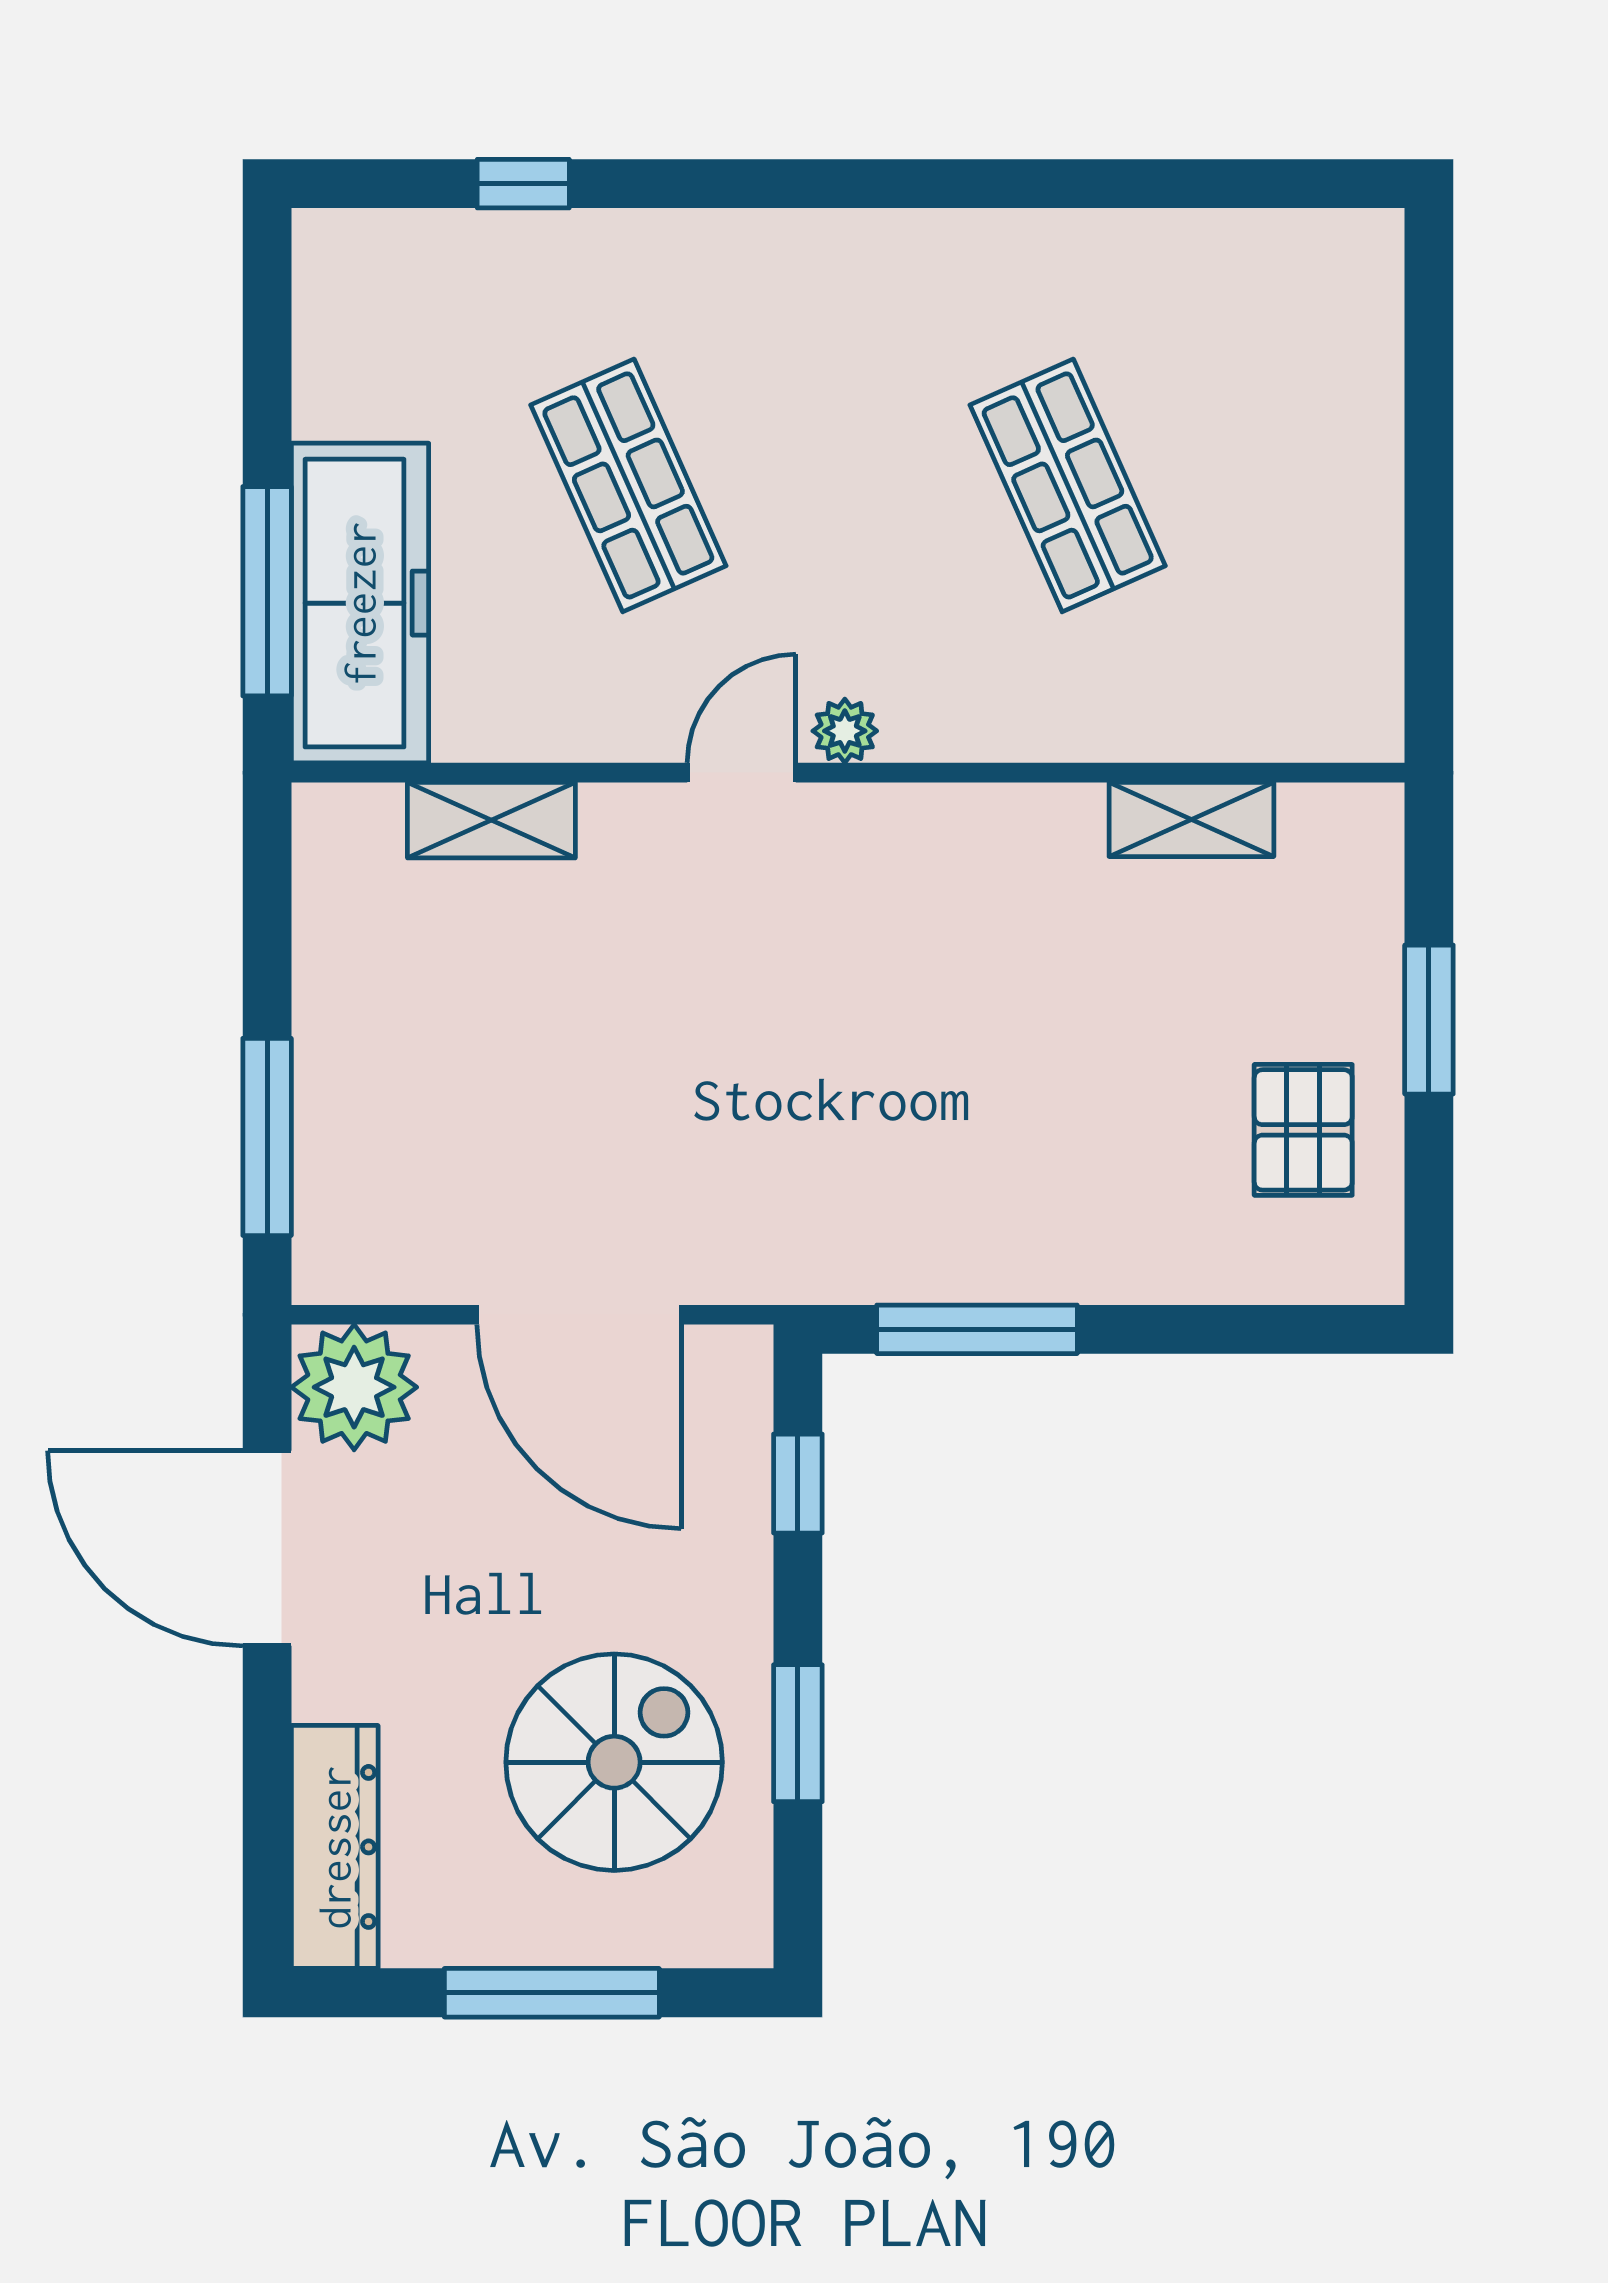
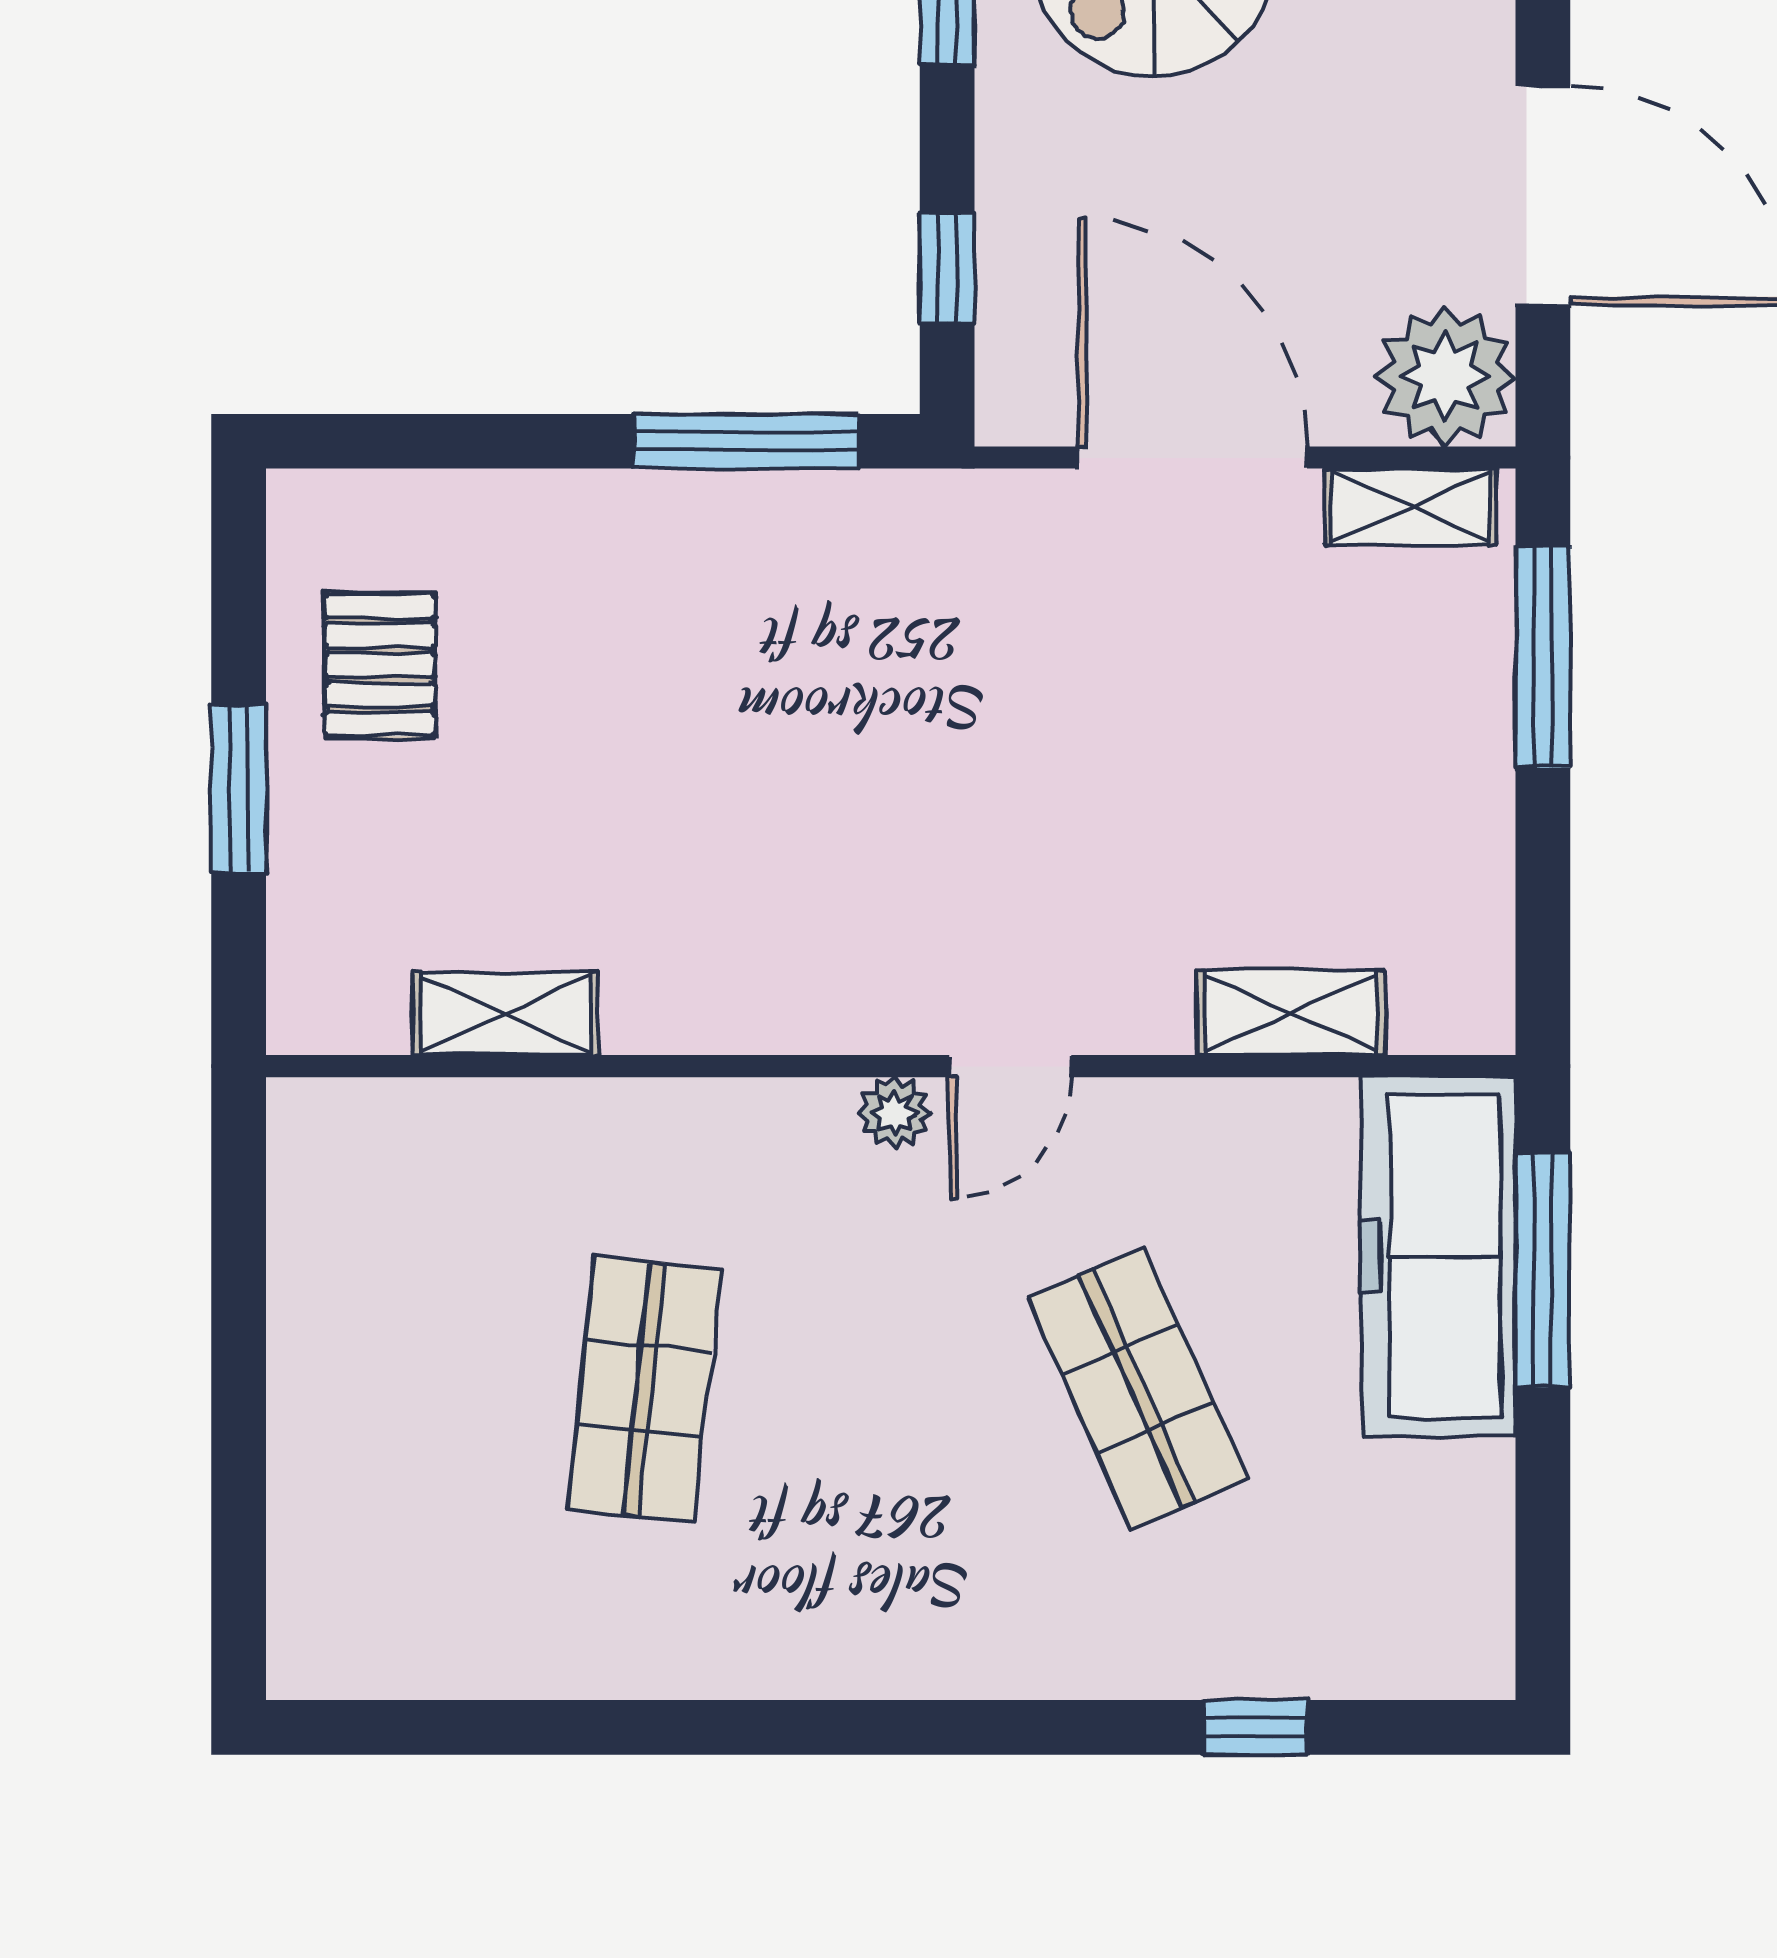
shop shelf: (1068, 485) -> (644, 1389), turned 30
shelving: (385, 1271) -> (1410, 507), added

